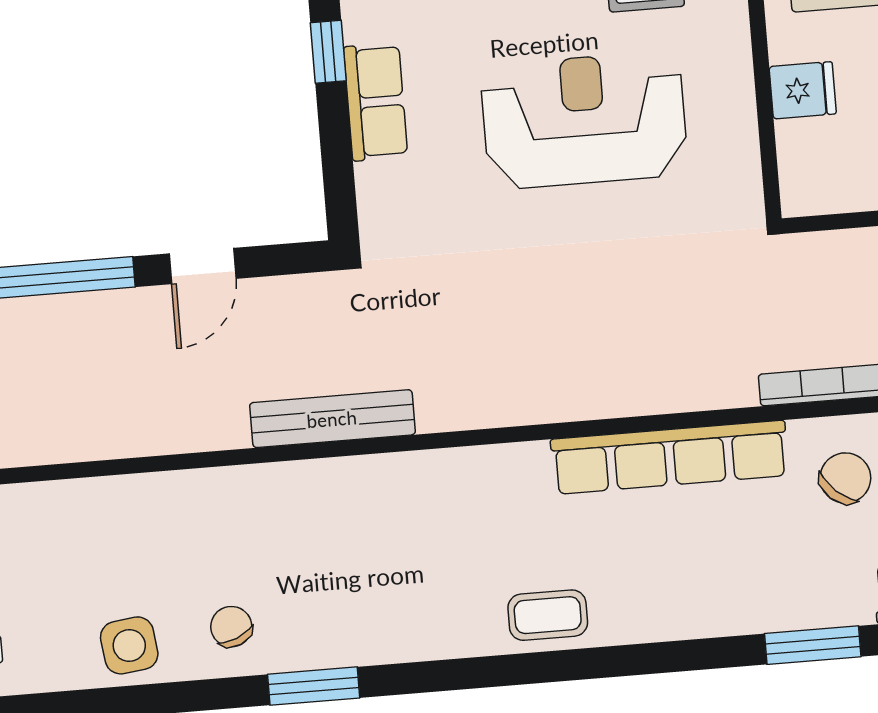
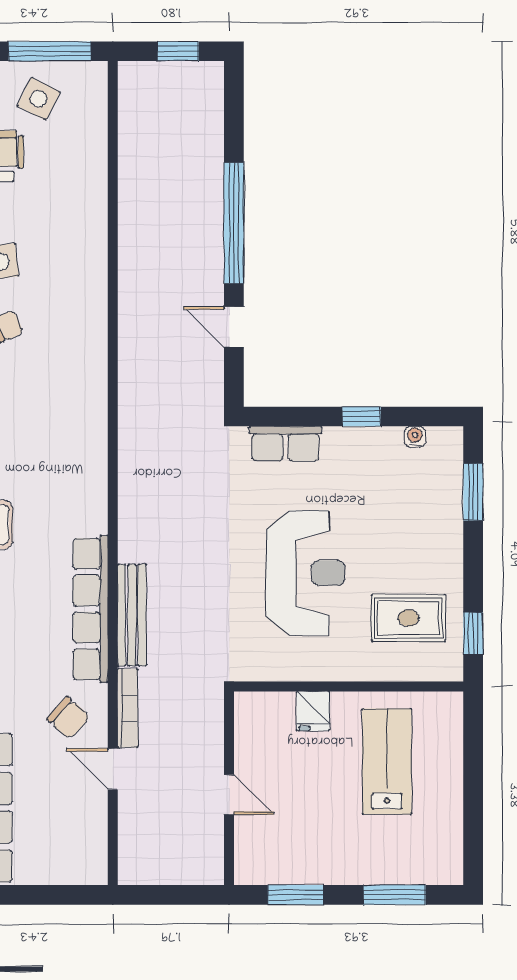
row of seats: (376, 102) -> (285, 444), moved
bench: (332, 419) -> (132, 615), moved

